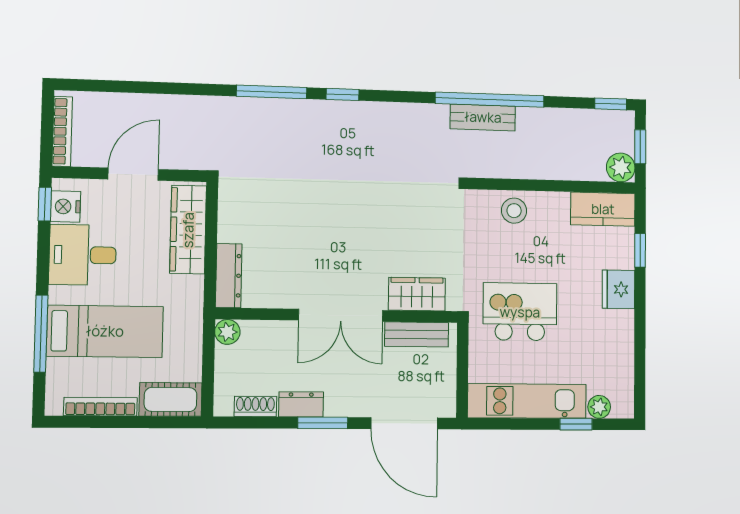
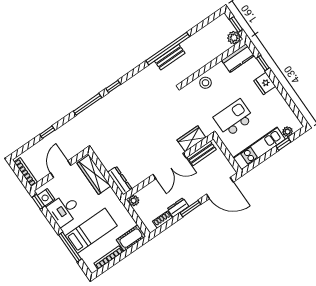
window: (611, 104) -> (47, 132), moved

